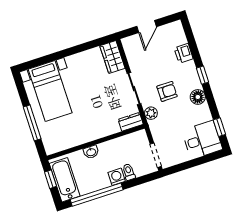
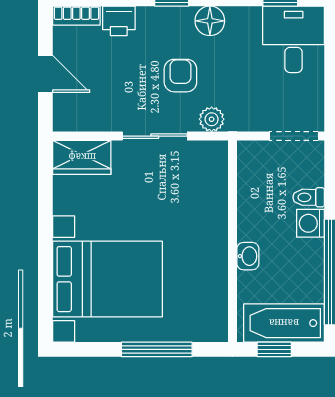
bookcase: (179, 32) -> (76, 16), added
bed with nightstands: (50, 91) -> (108, 279), width x1.36
dresser: (131, 122) -> (215, 163), removed

